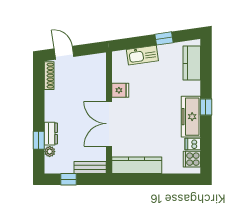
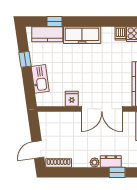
window: (206, 107) -> (54, 21), moved
freezer: (191, 117) -> (82, 35), moved
plant: (50, 152) -> (95, 162), moved

